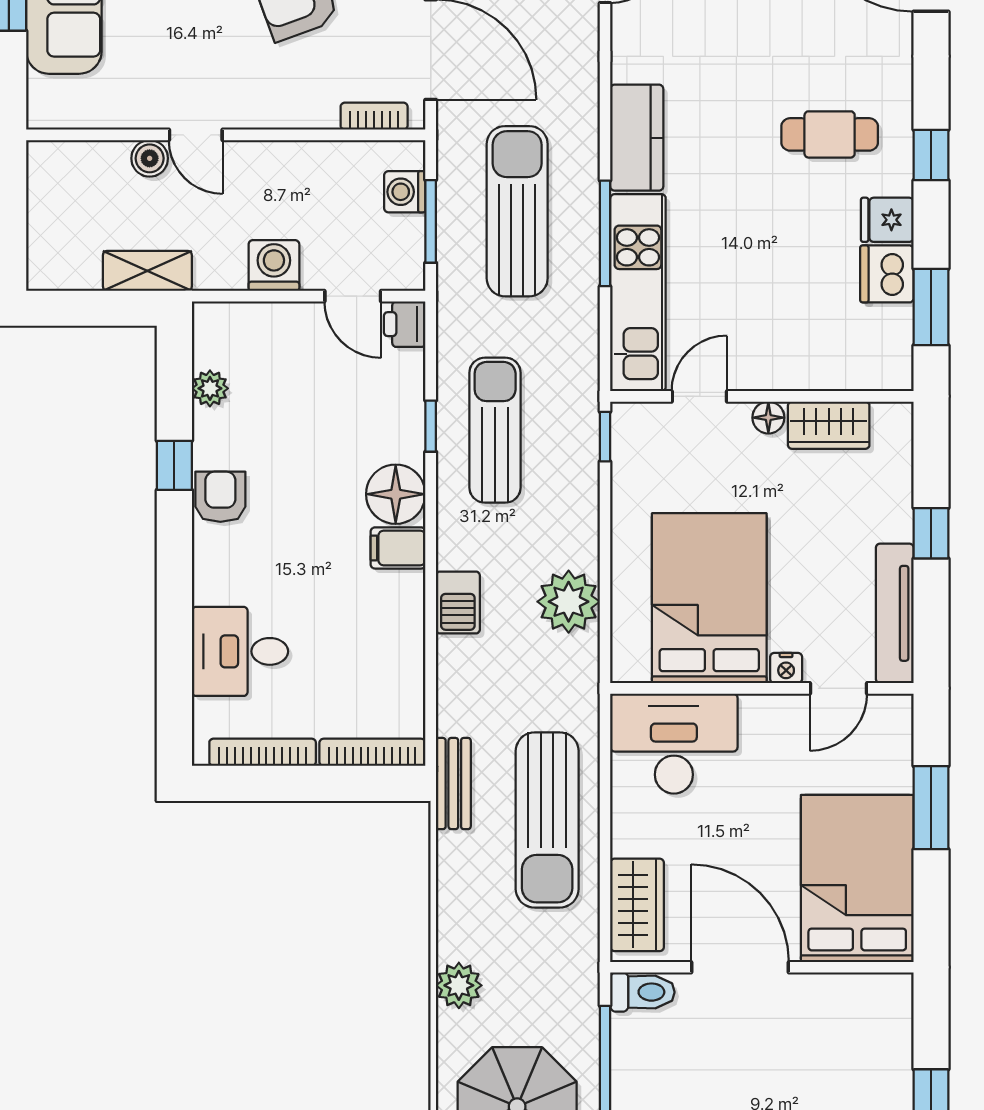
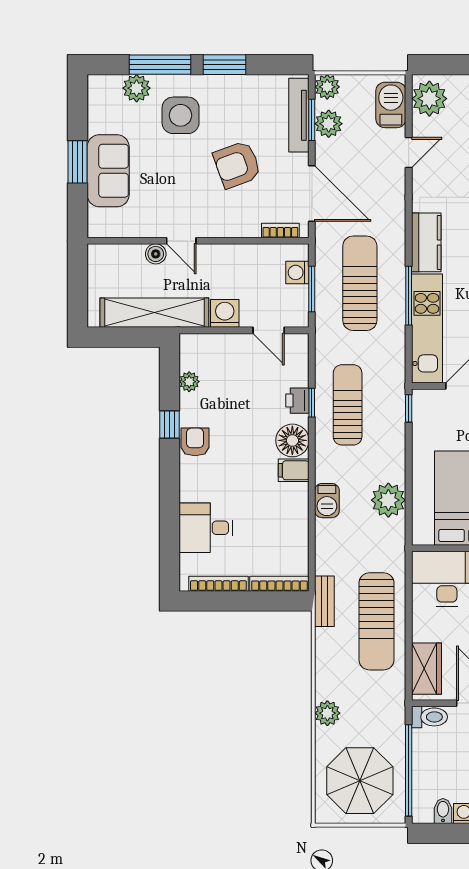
shelving: (147, 271) -> (154, 313), width x2.20, depth x1.33
printer: (405, 324) -> (297, 401), moved

